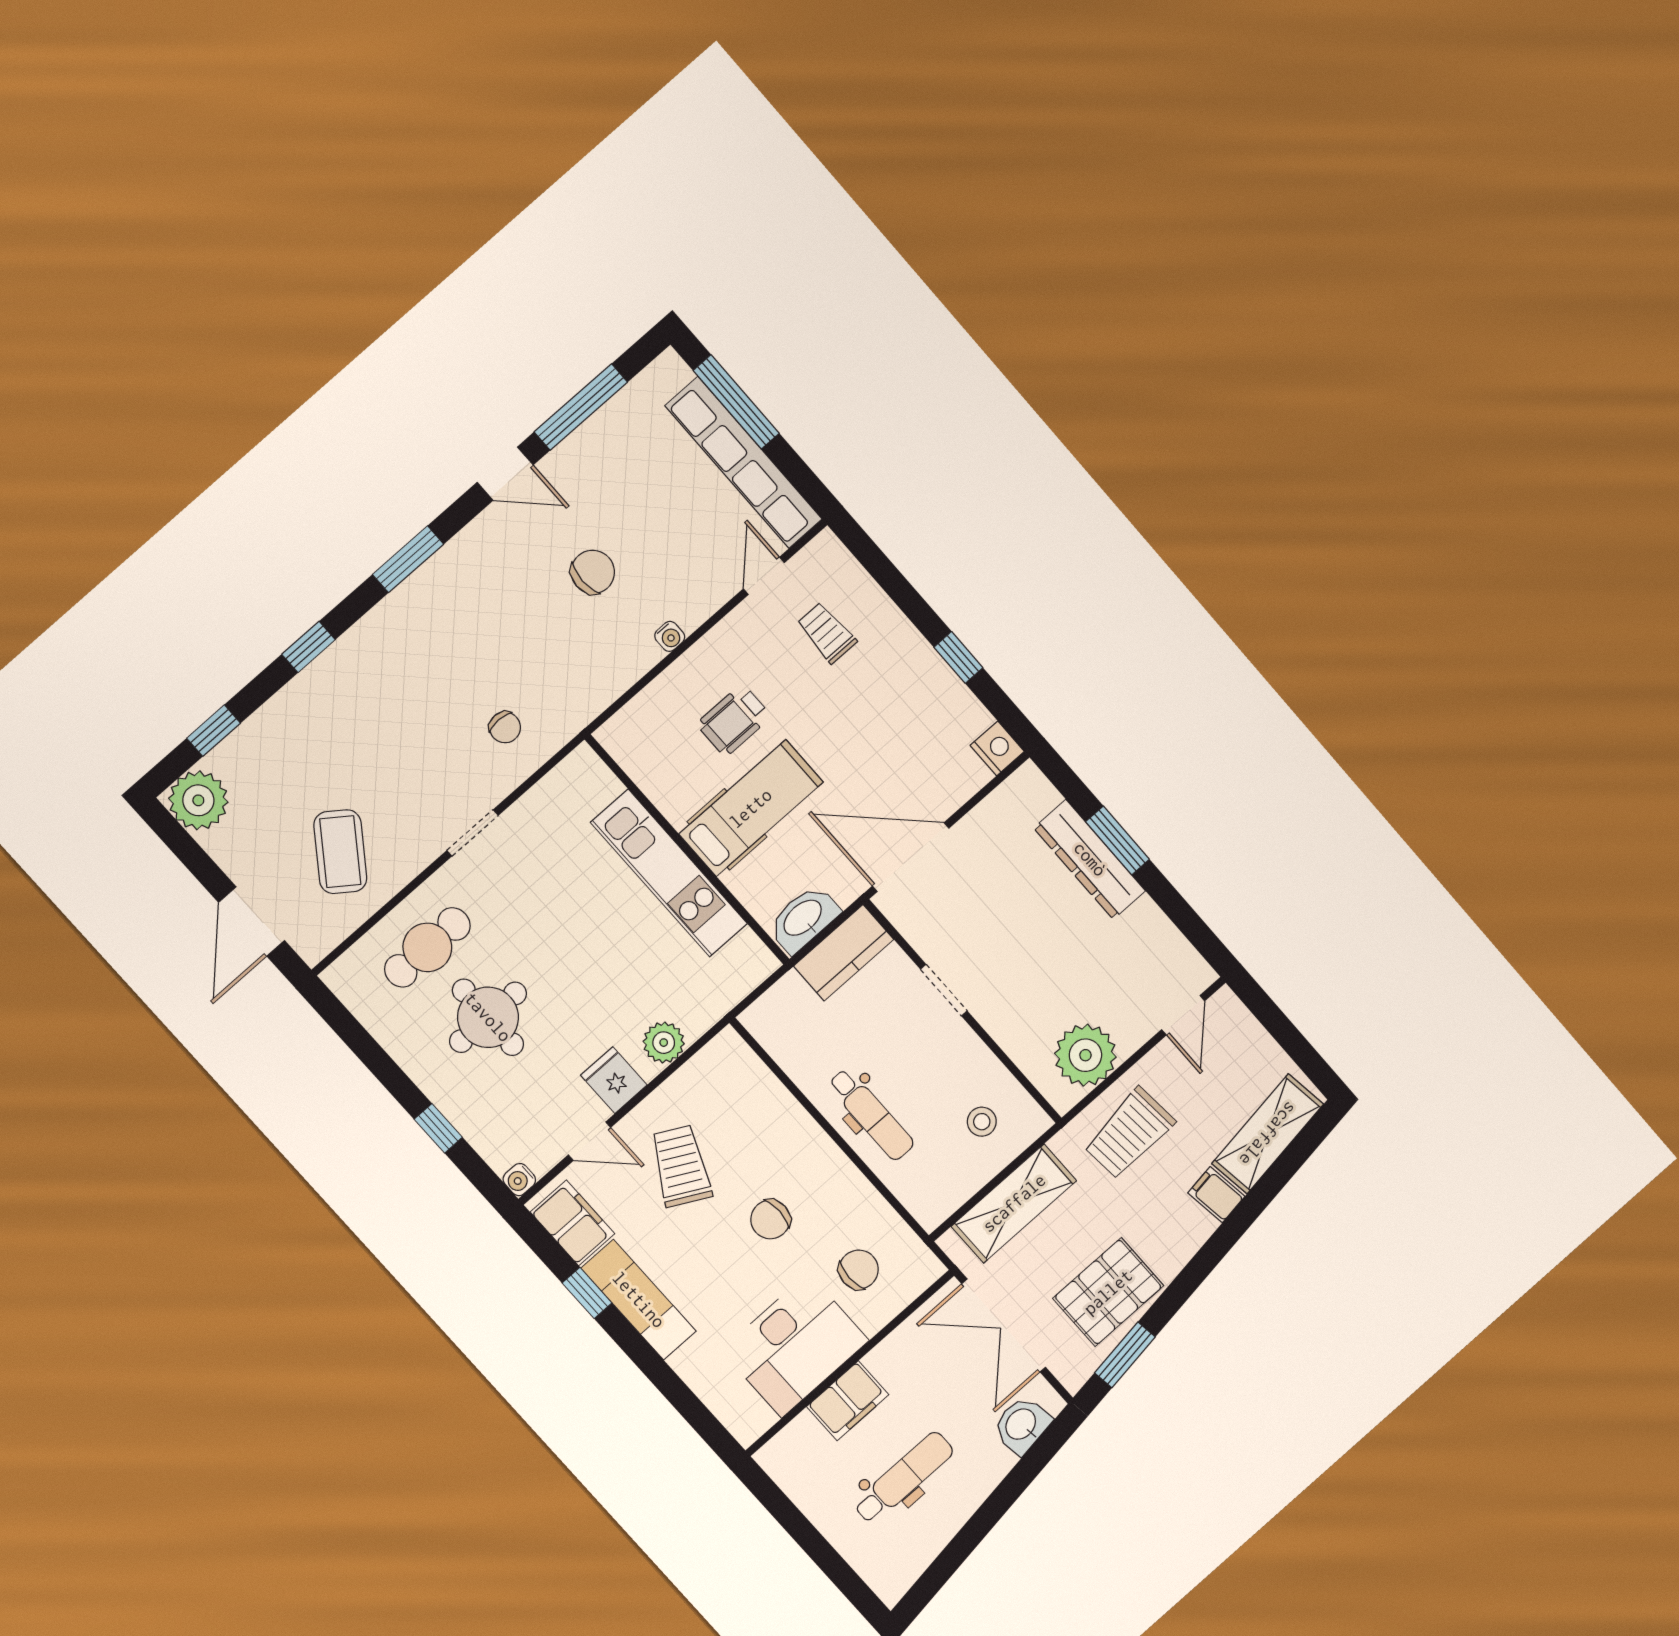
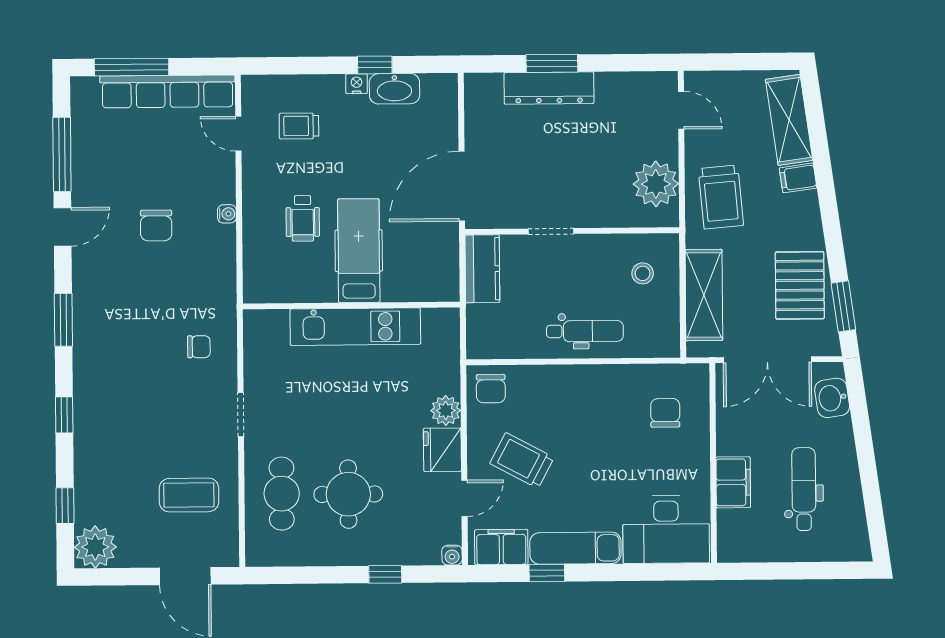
chair: (593, 572) -> (156, 225), turned 180
nightstand: (997, 748) -> (356, 84), moved, width x0.72, depth x0.74
coffee table: (340, 852) -> (189, 495), turned -36
washbasin: (803, 919) -> (394, 89), moved, turned -90
fridge: (614, 1080) -> (442, 450), width x1.38
chair: (770, 1219) -> (491, 389), moved
desk: (795, 1345) -> (666, 529), moved, turned 90

